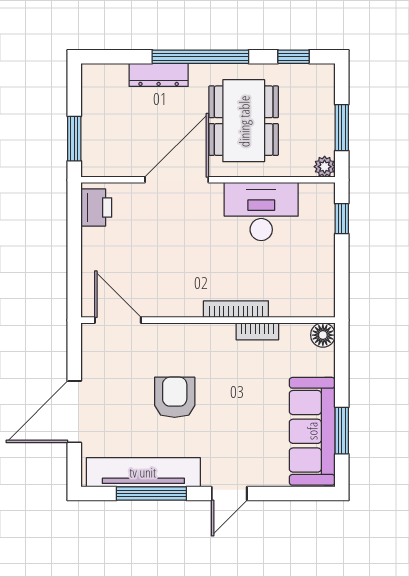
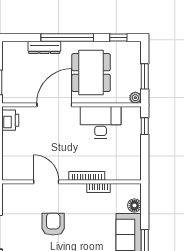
door: (118, 320) -> (46, 182), moved
floor lamp: (323, 335) -> (134, 205), moved

